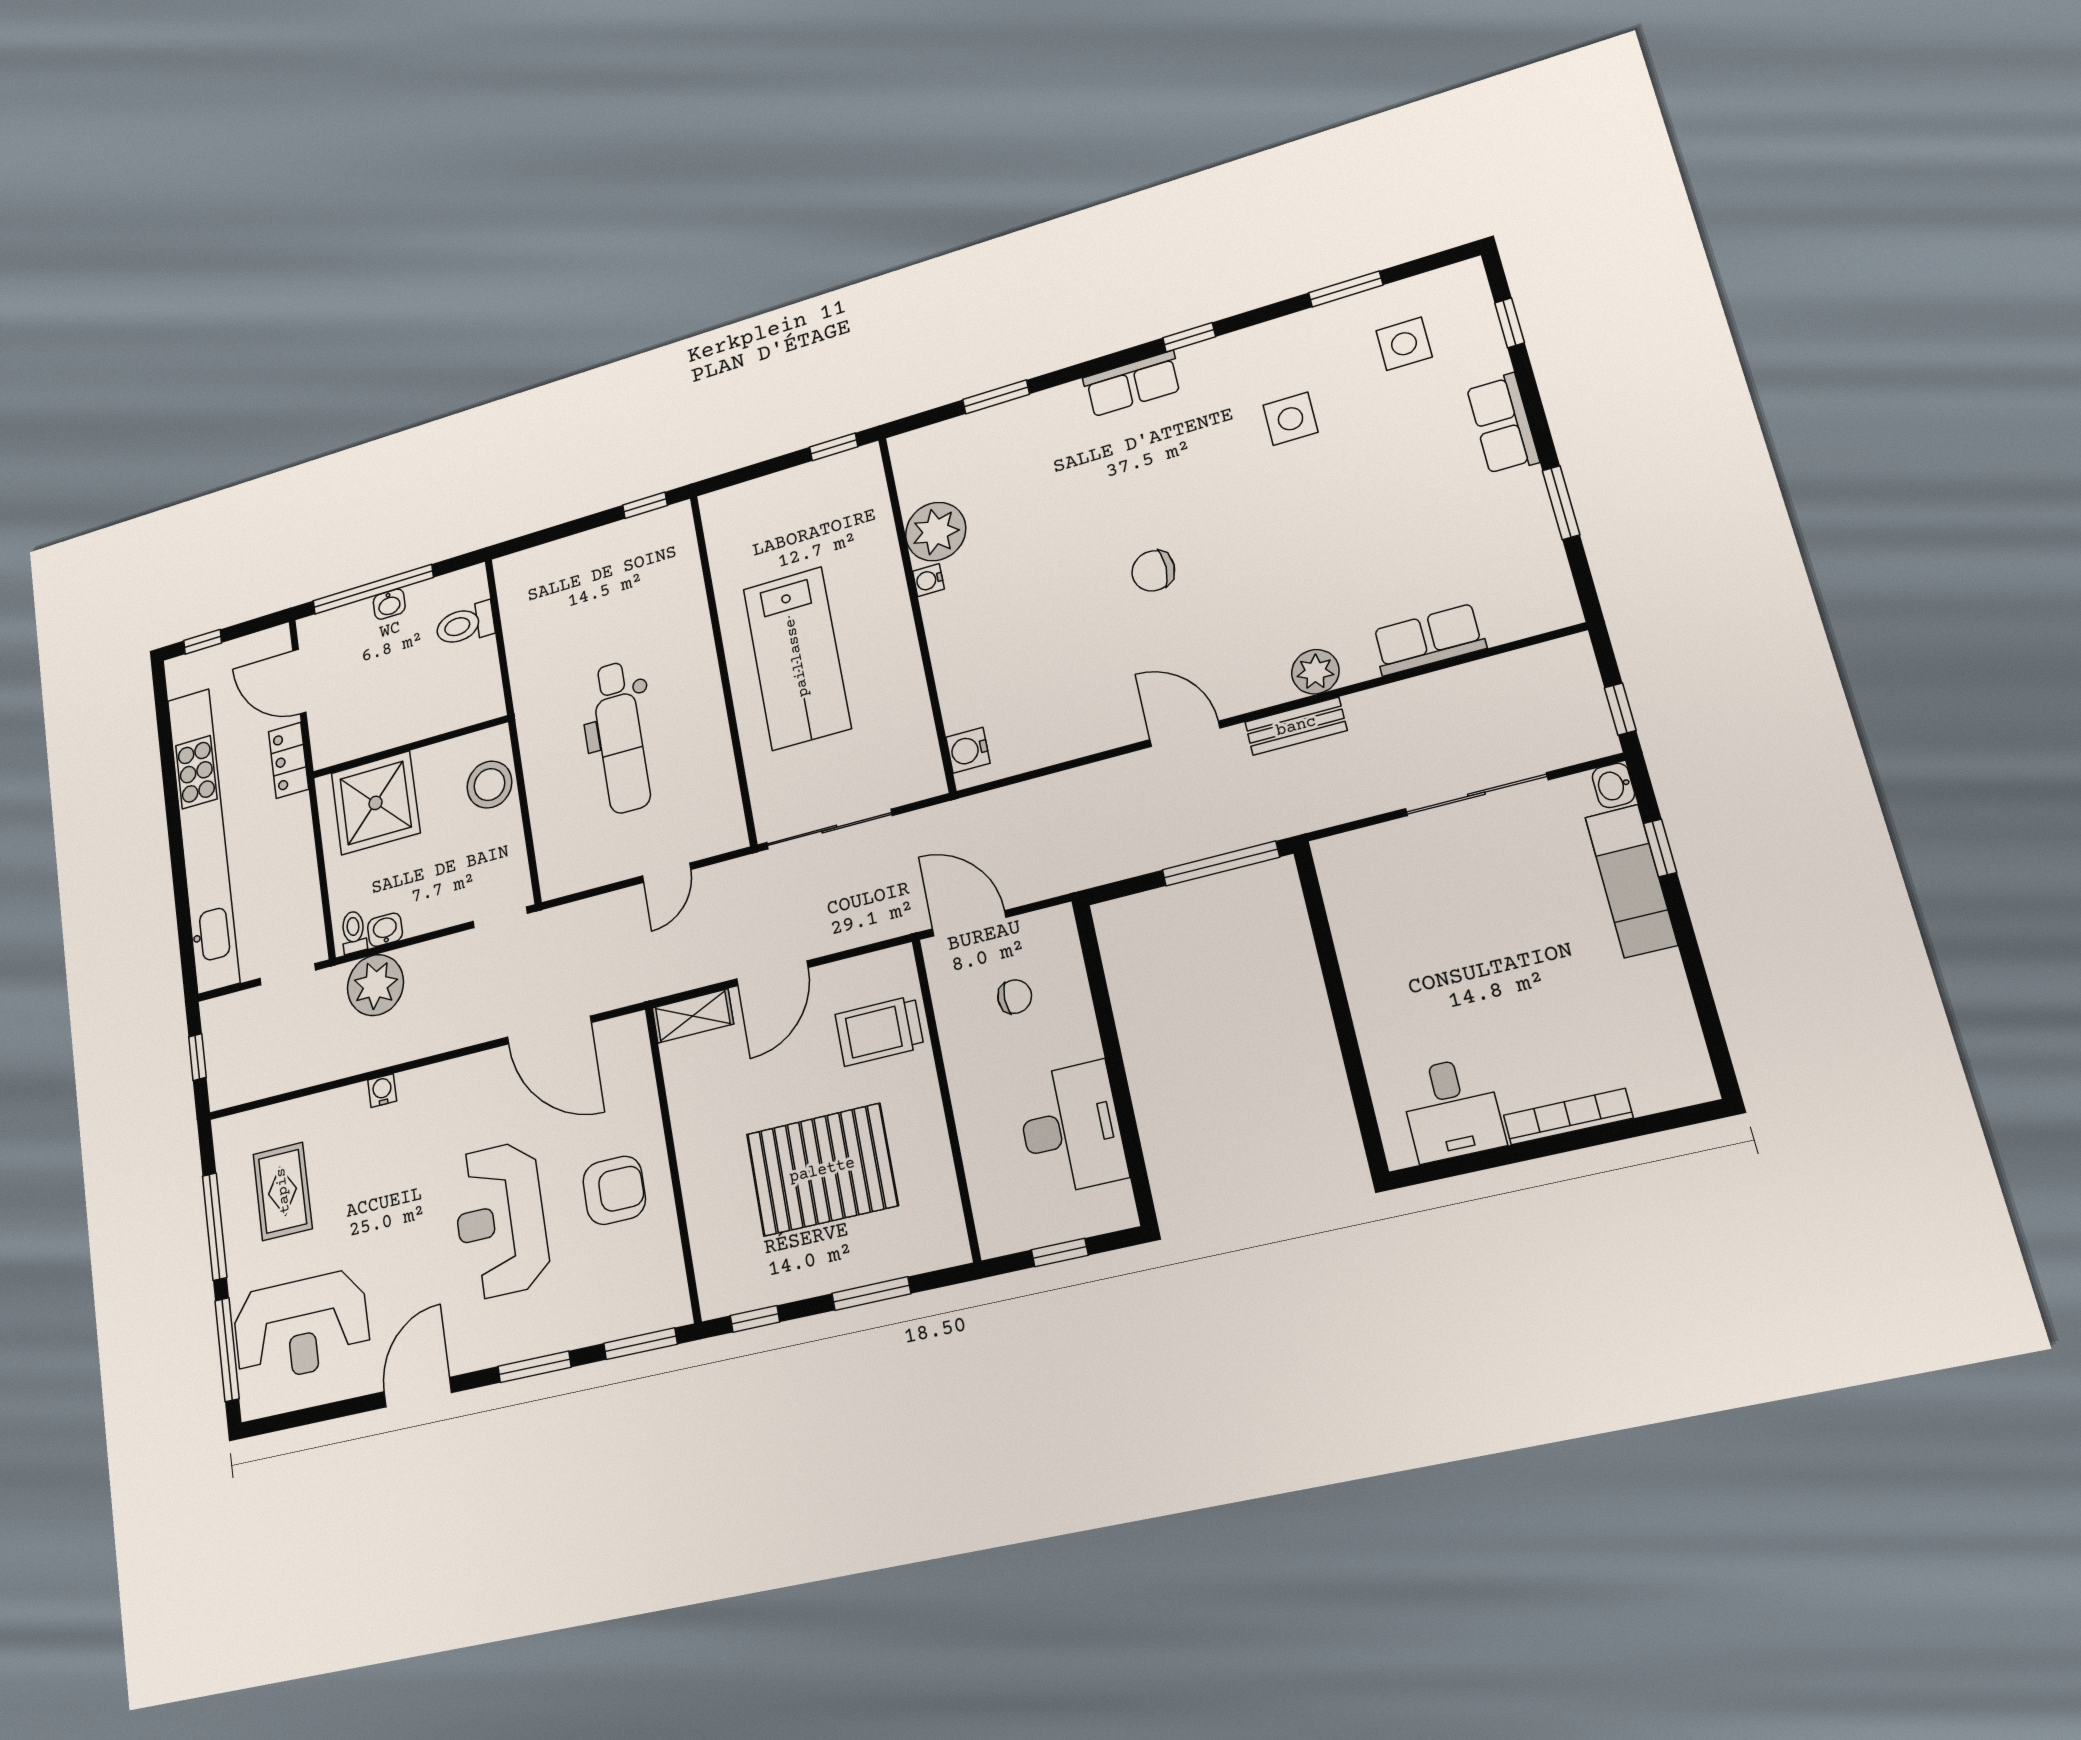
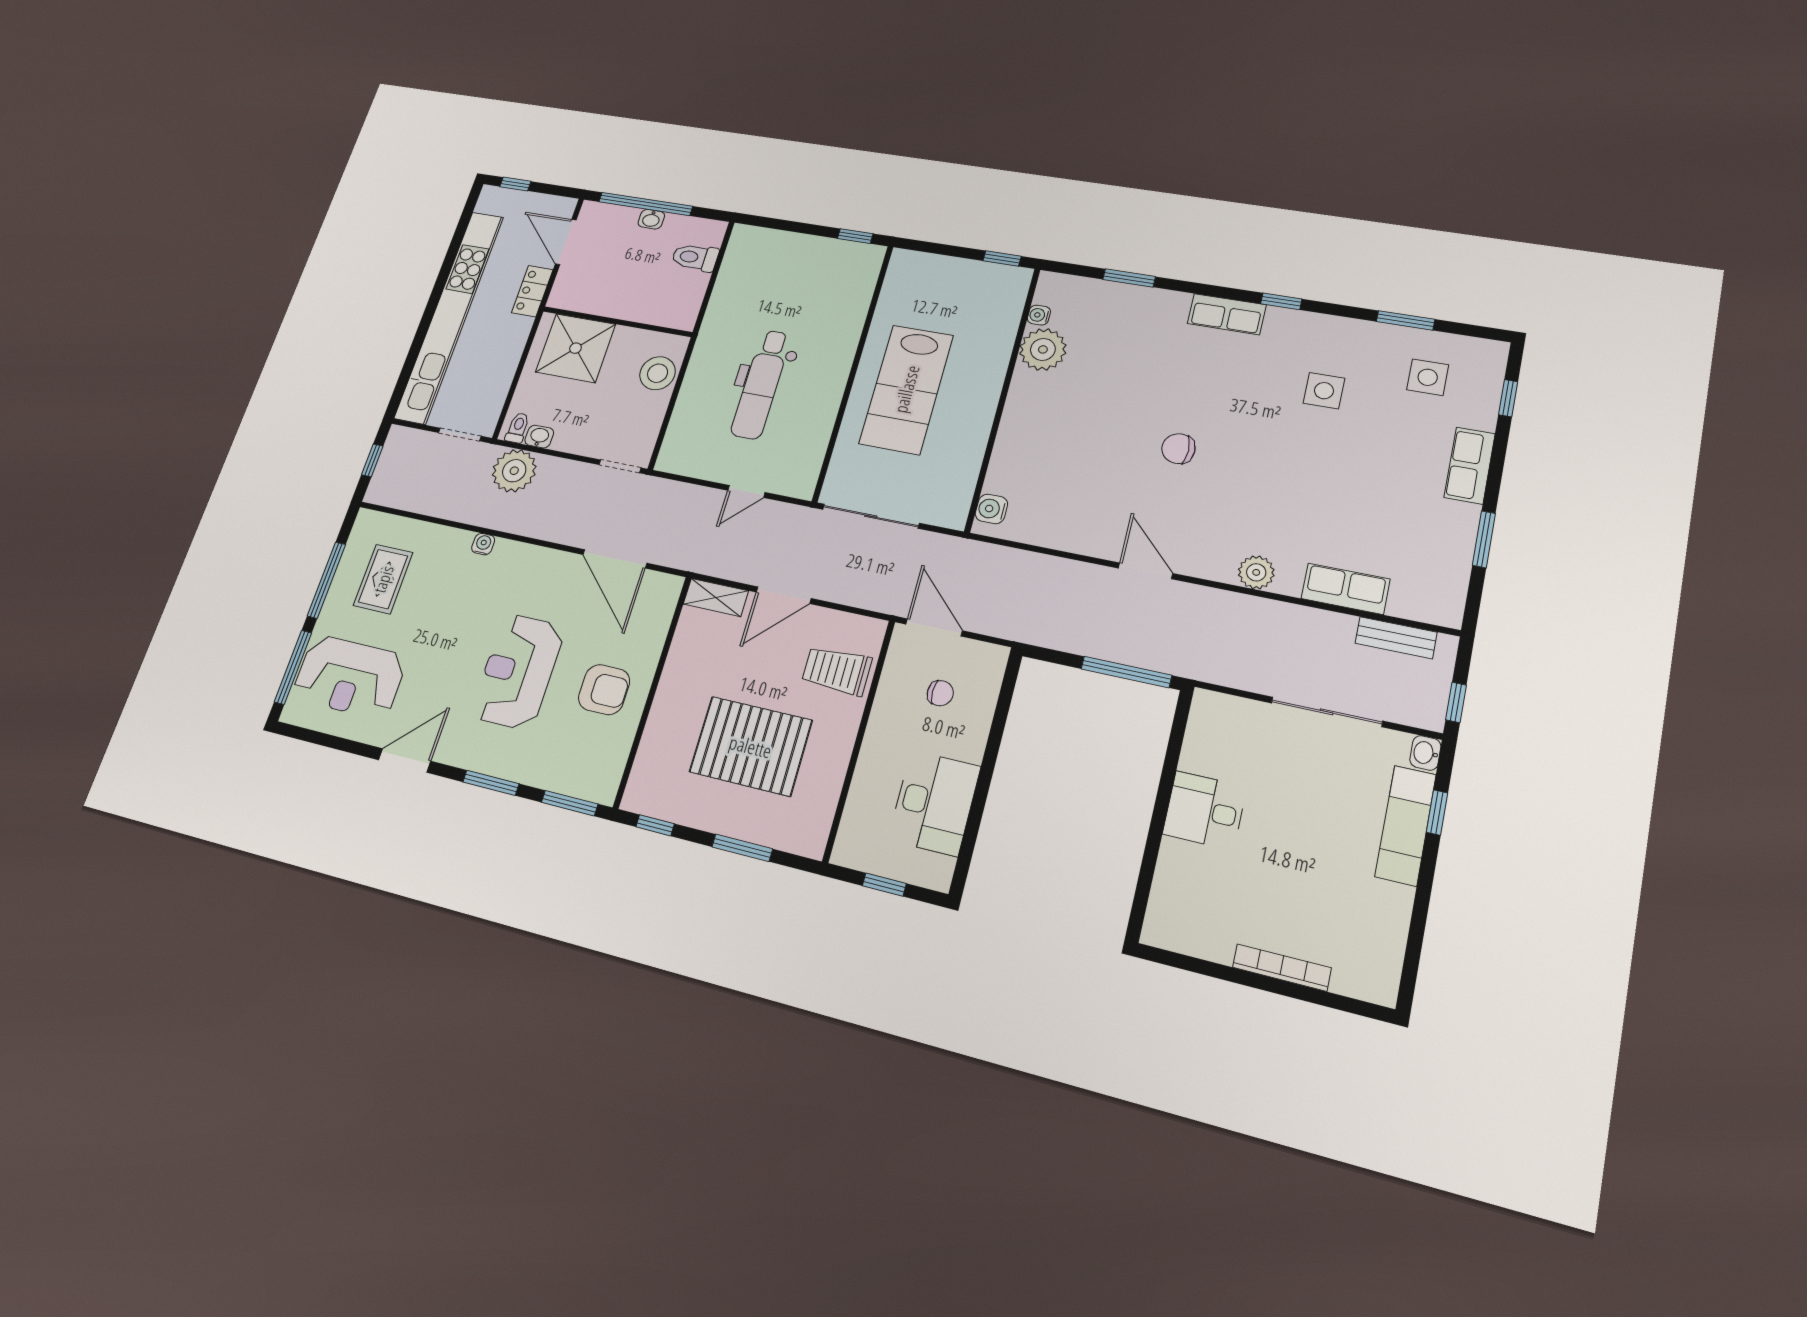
water cooler: (928, 580) -> (1039, 315), moved
bench: (1296, 726) -> (1396, 638), moved
desk: (1452, 1109) -> (1205, 810), moved, turned 90

